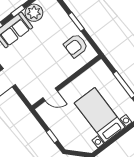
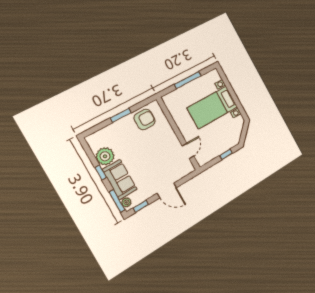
armchair: (76, 46) -> (145, 119), turned -90

